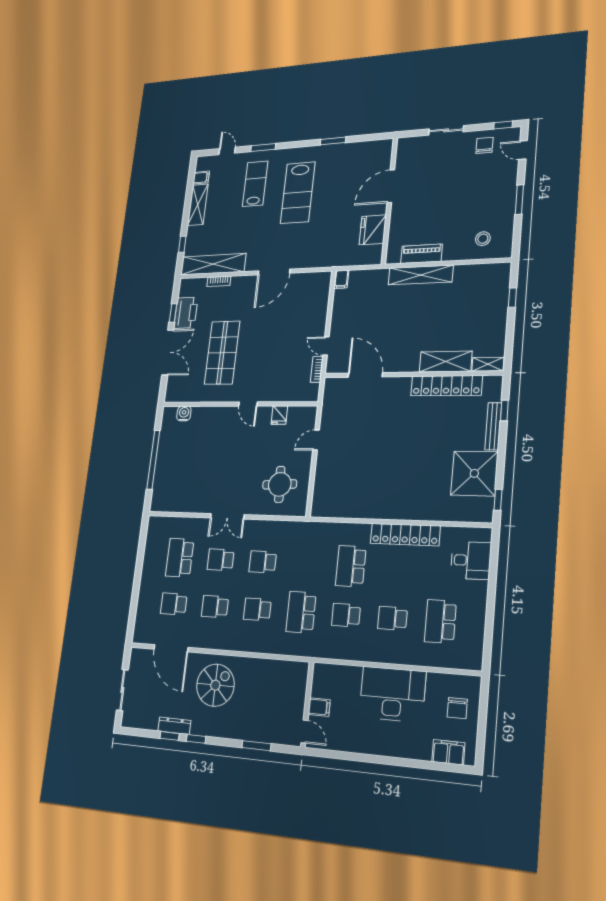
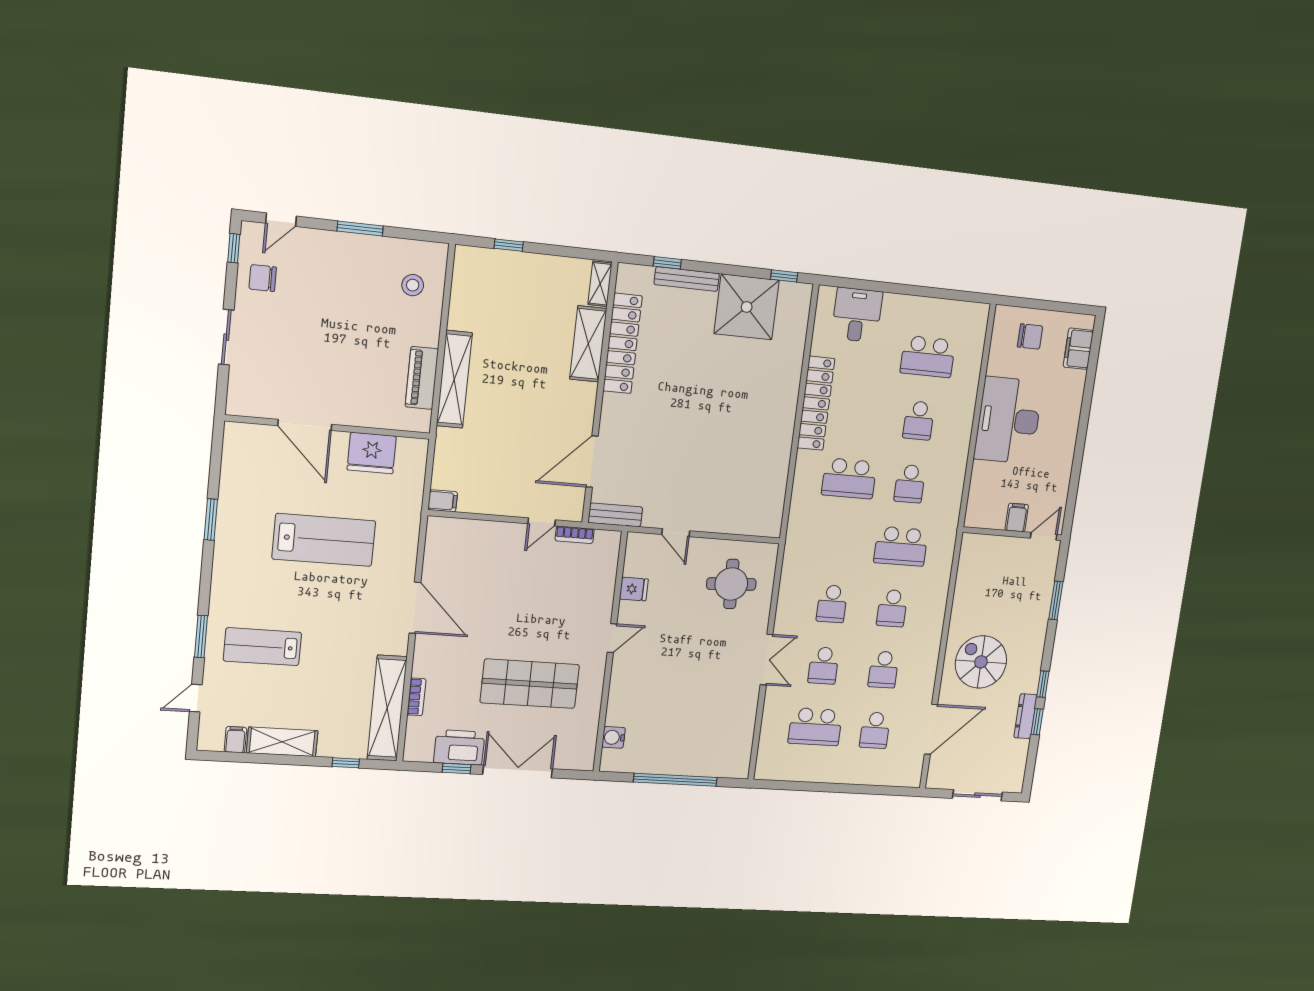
lab bench: (298, 193) -> (324, 540), moved
bench: (329, 396) -> (615, 515), added

